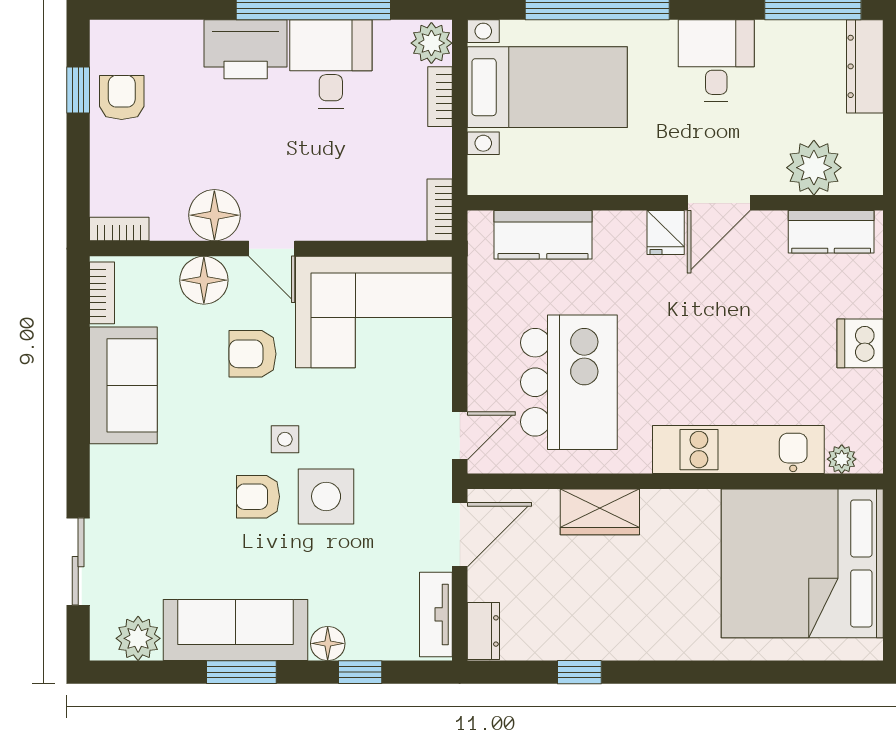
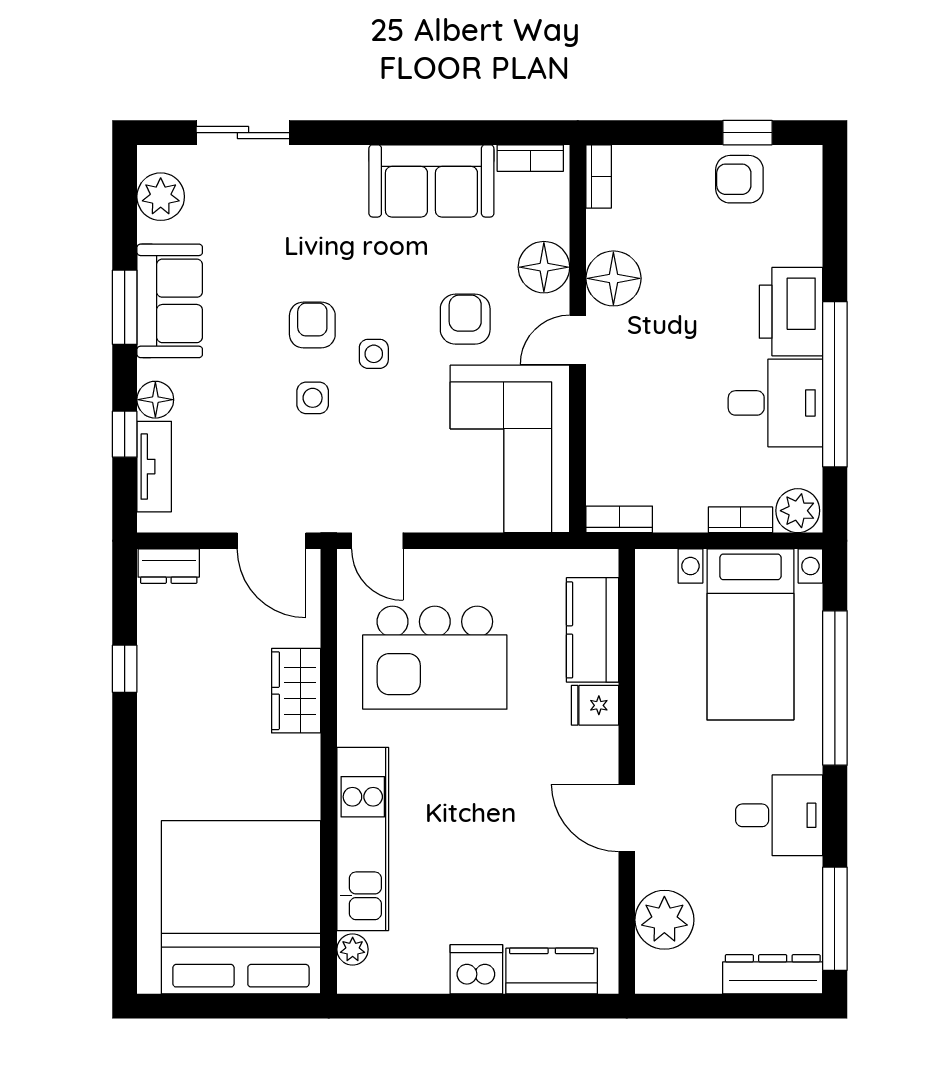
armchair: (122, 97) -> (739, 179), turned 180
kitchen counter: (831, 232) -> (552, 971), moved, turned 90
fridge: (666, 233) -> (595, 705), moved
side table: (326, 496) -> (313, 398), width x0.54, depth x0.54
tv unit: (436, 614) -> (154, 467), moved, turned 90
sofa: (235, 630) -> (170, 301), width x0.73

